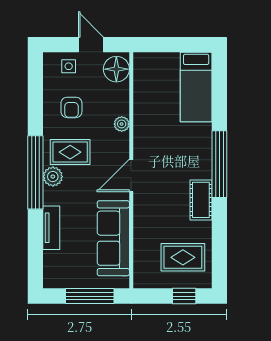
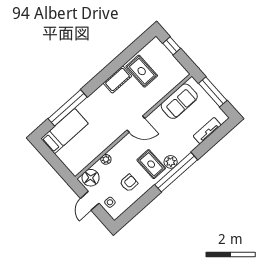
plant: (122, 124) -> (106, 159), moved
window: (219, 164) -> (68, 108), moved
tv unit: (51, 228) -> (207, 131), moved
sofa: (113, 238) -> (179, 101), width x0.73
rug: (183, 257) -> (142, 71), moved

